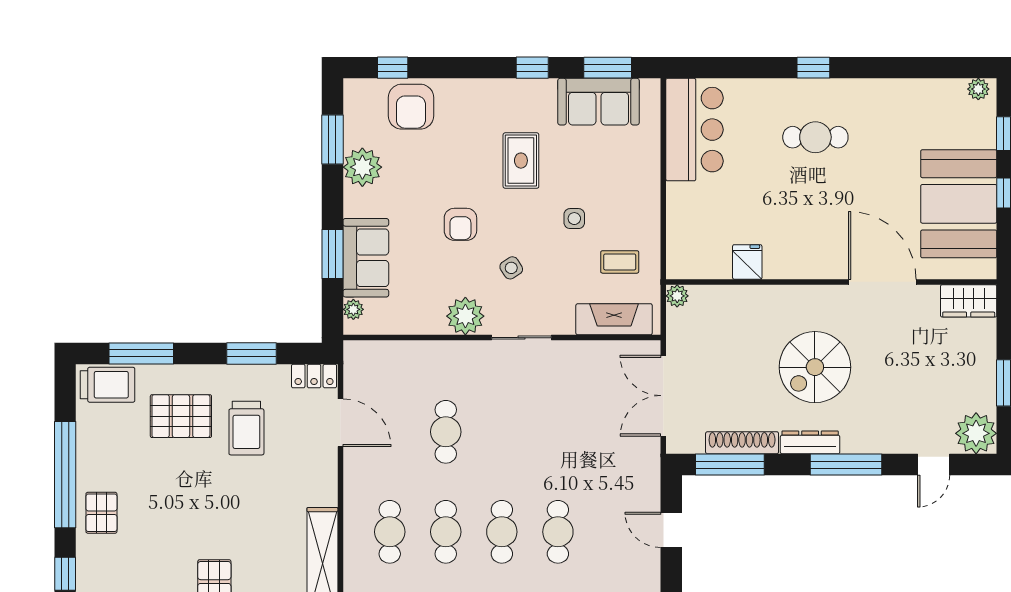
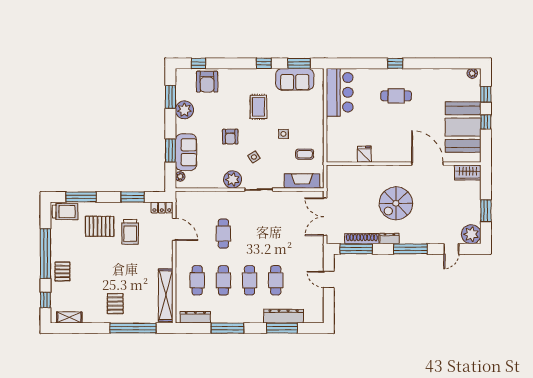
plant: (677, 296) -> (332, 170), removed
dresser: (810, 442) -> (389, 239), width x0.70

